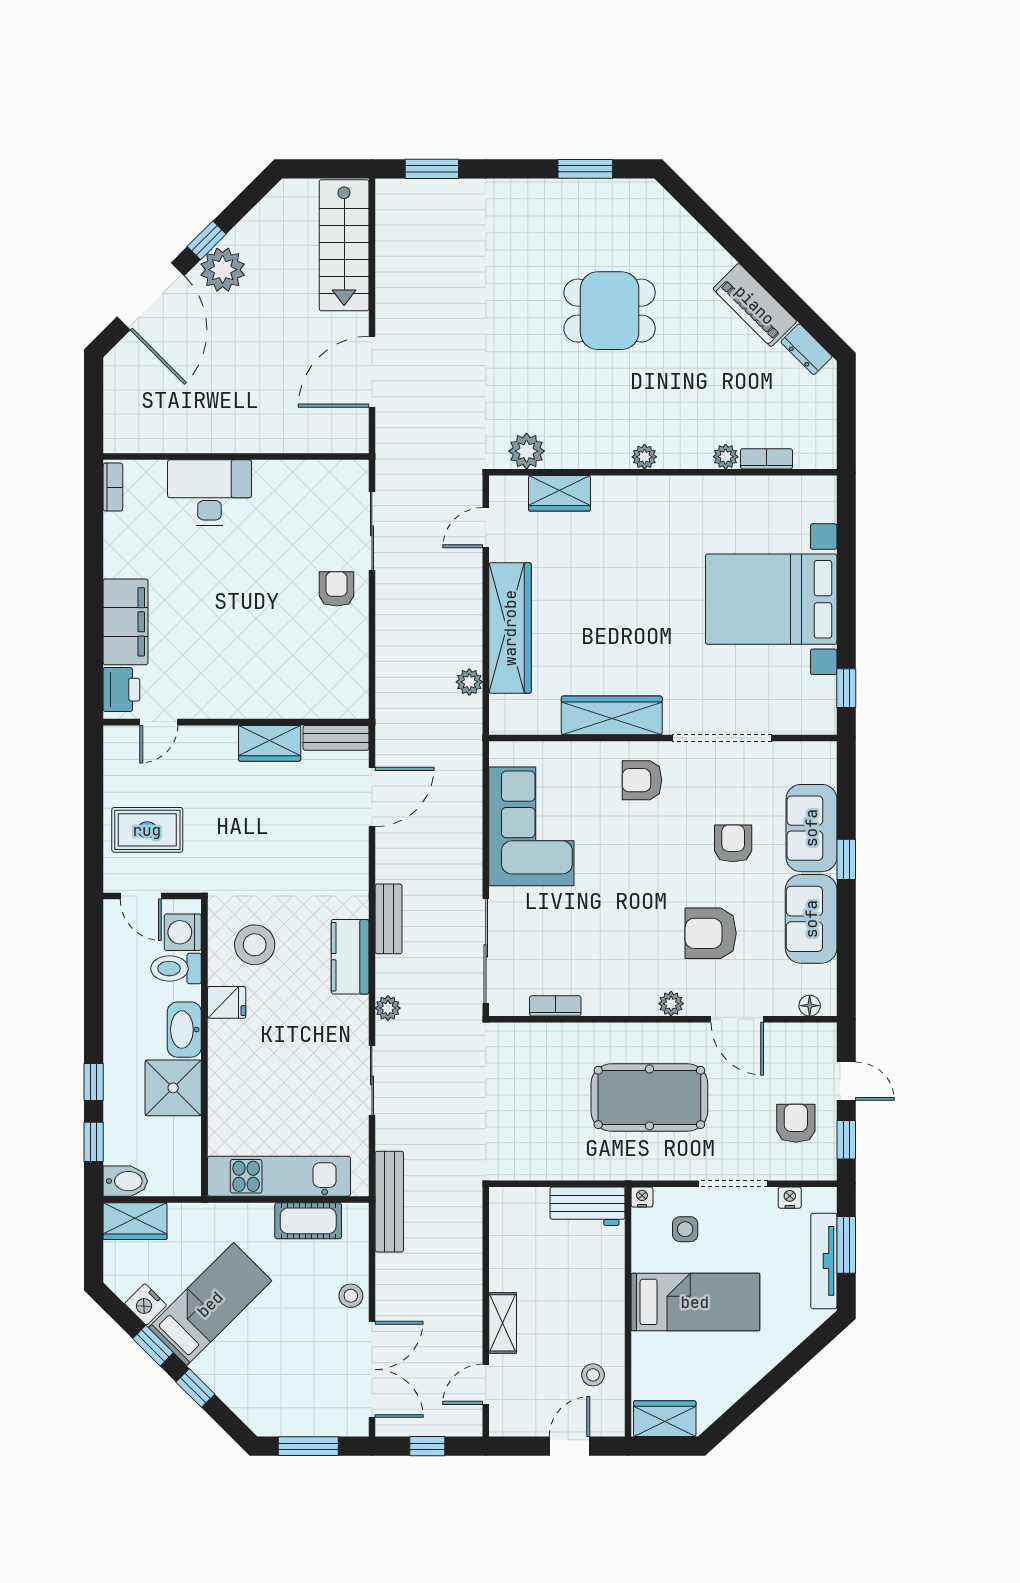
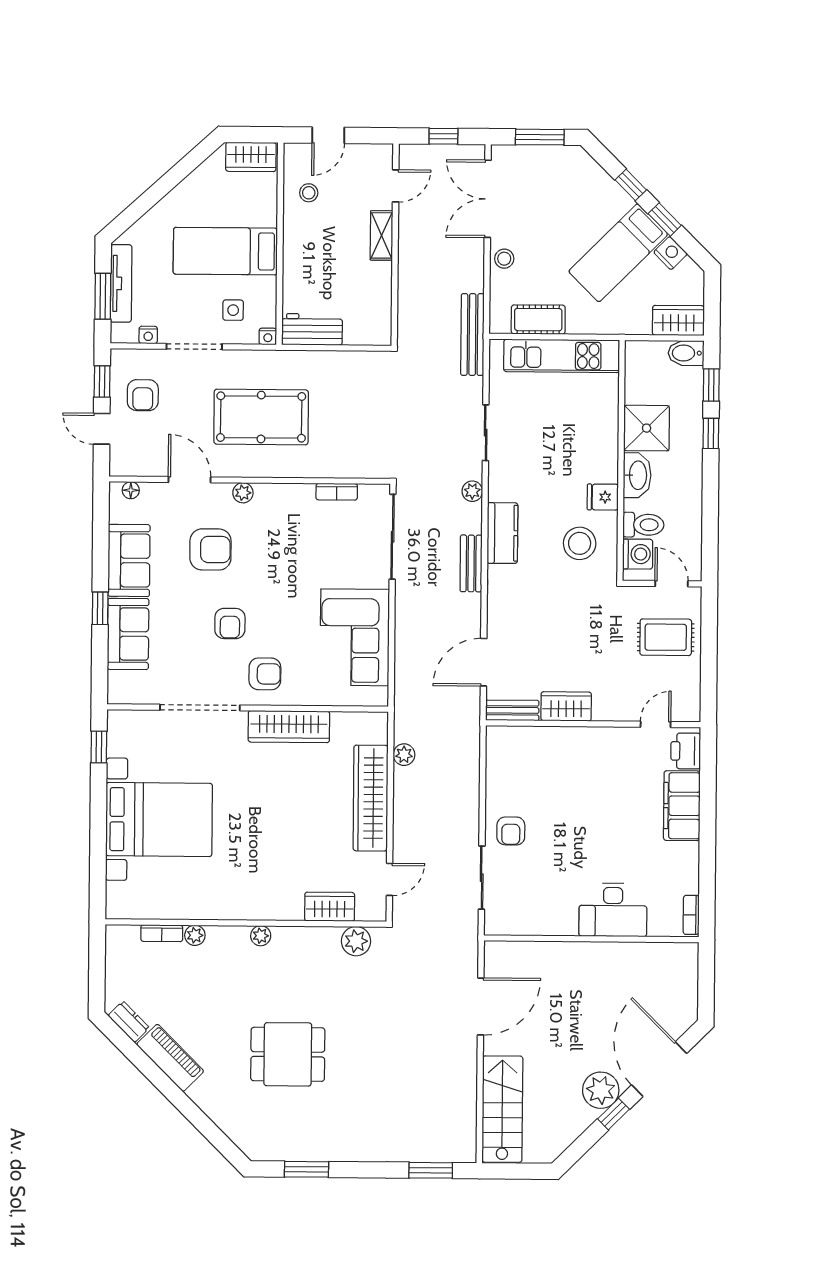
armchair: (733, 843) -> (230, 623), moved

